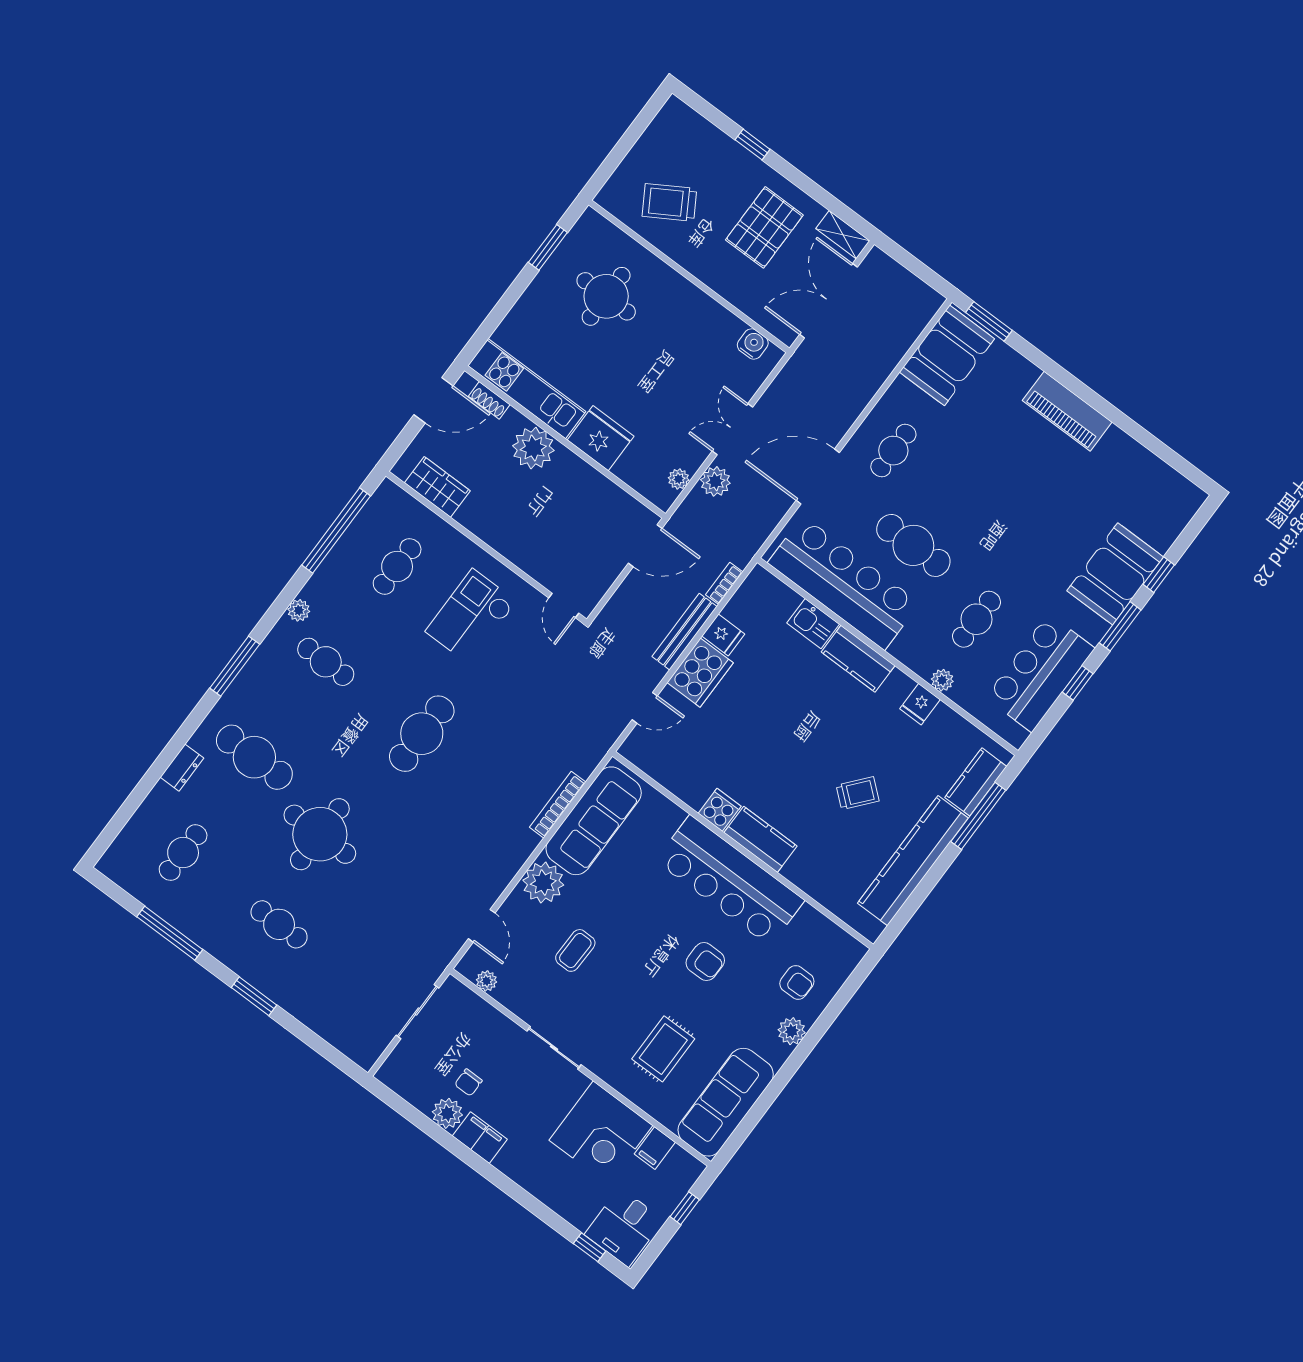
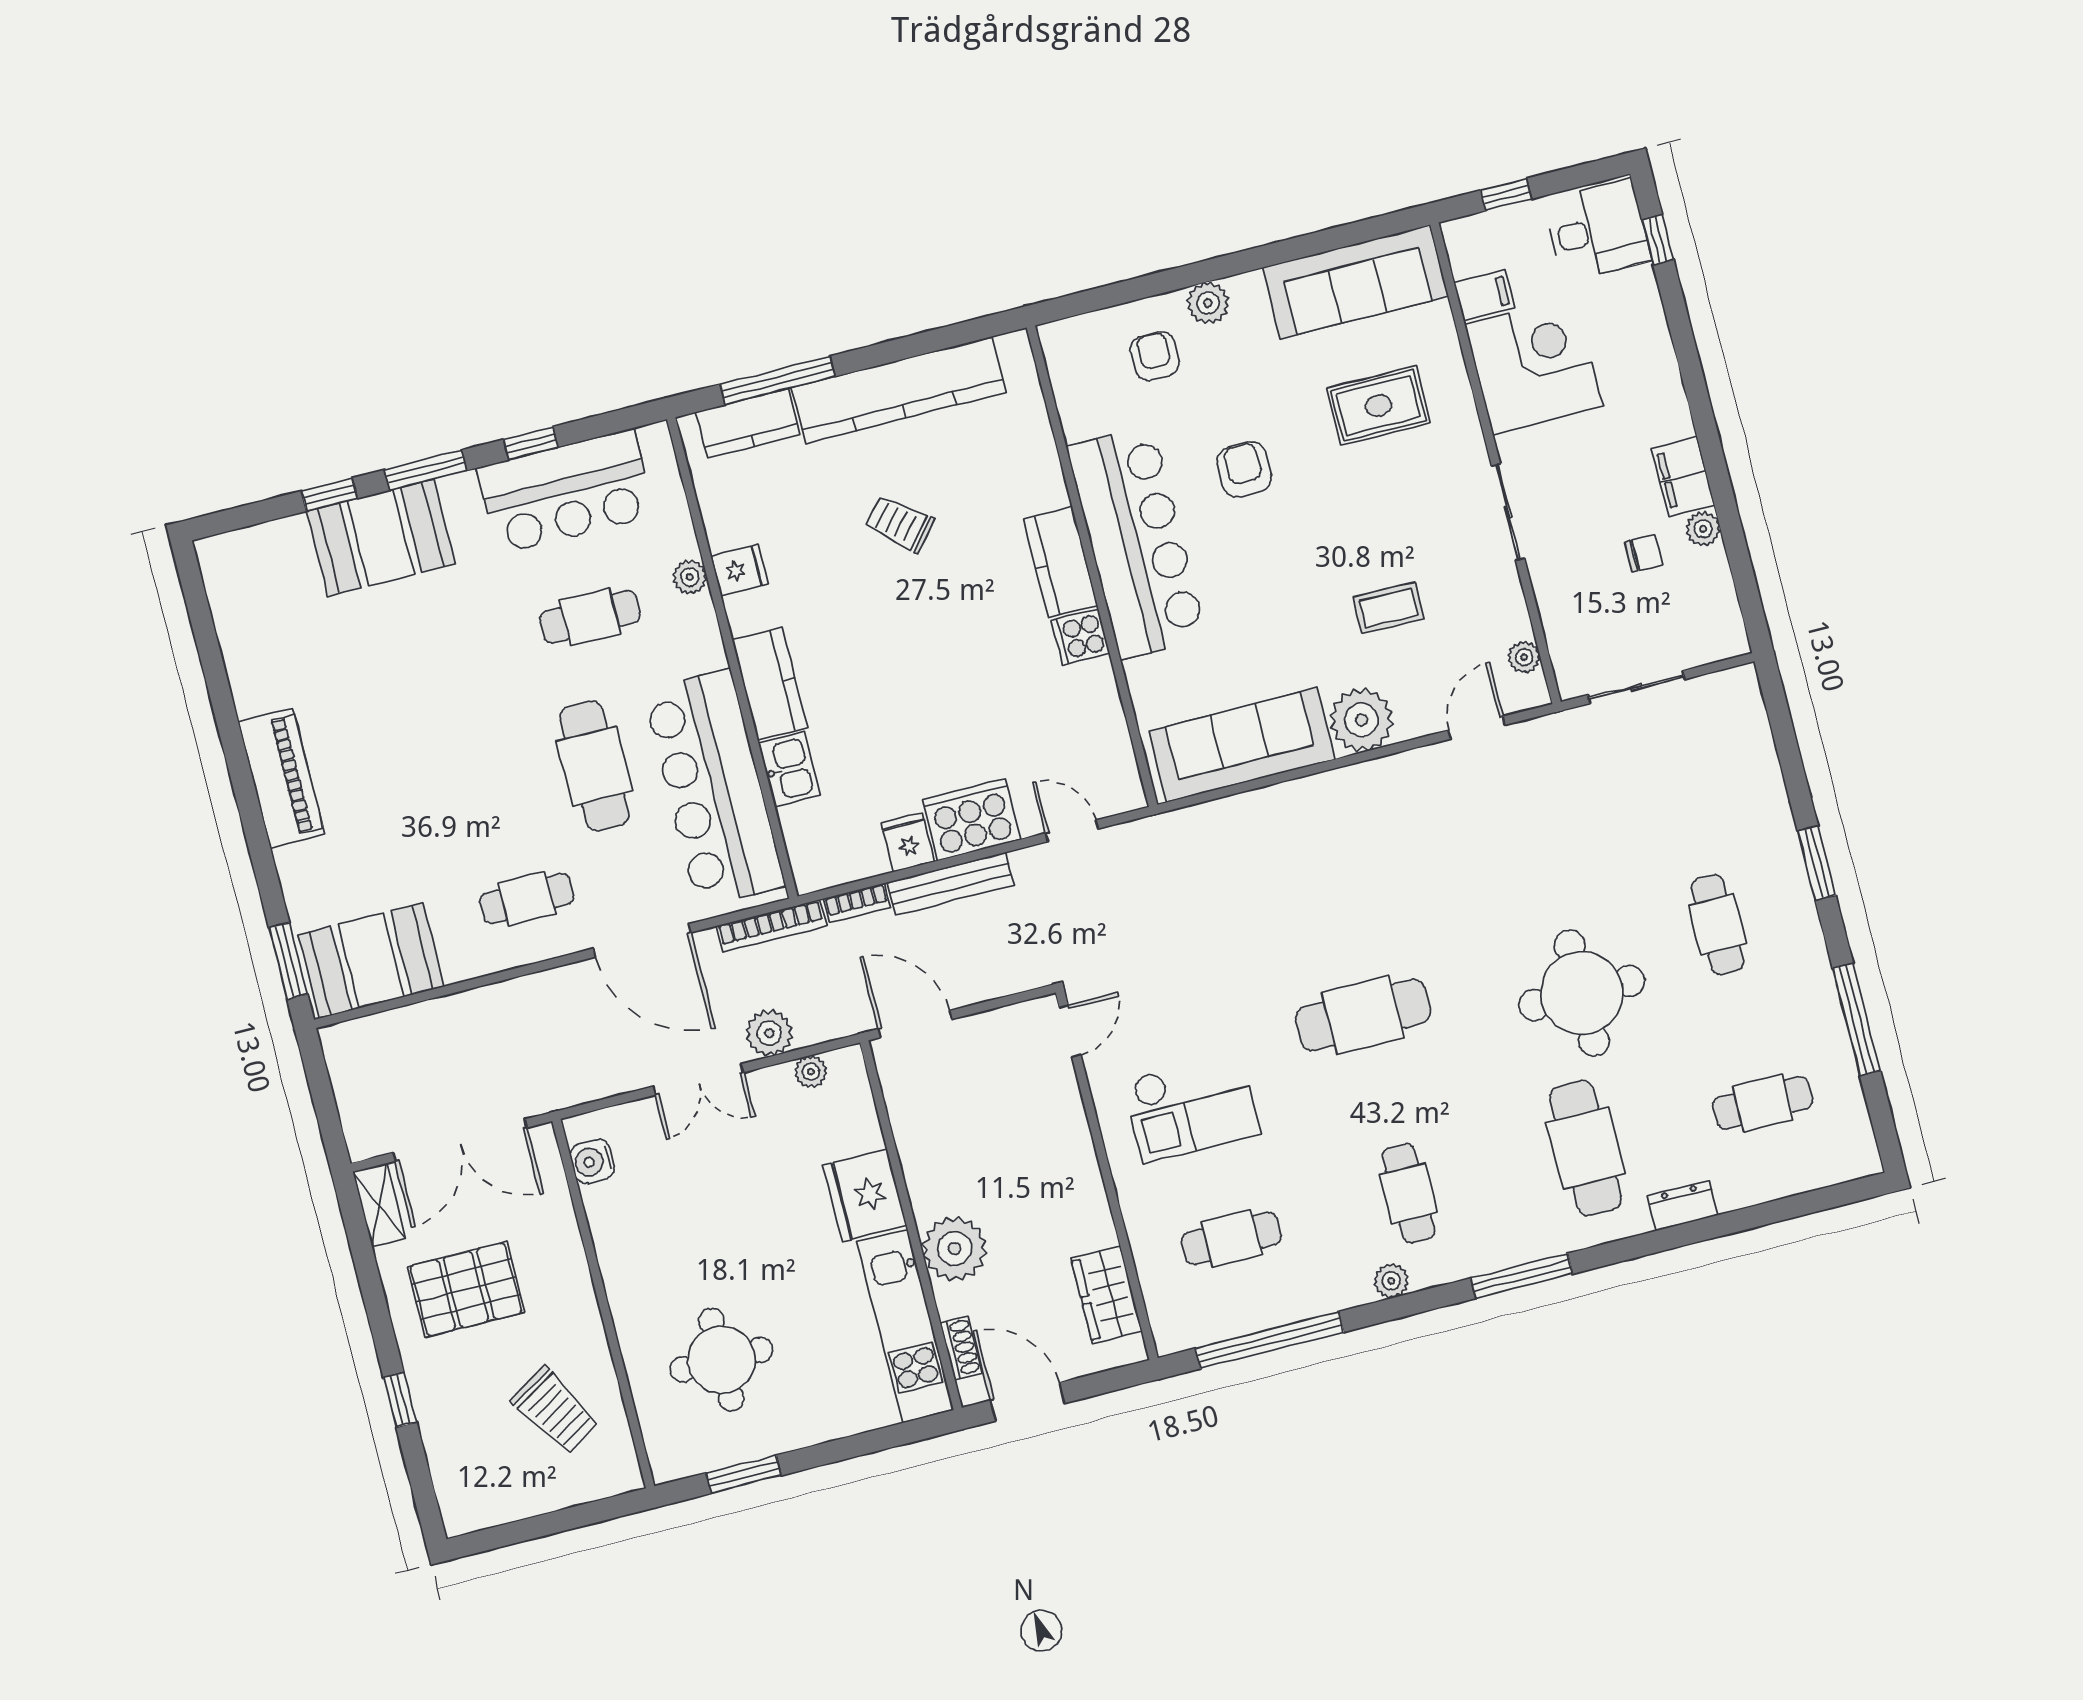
bookcase: (558, 805) -> (771, 926), moved
plant: (447, 1113) -> (1703, 529), width x0.73, depth x0.73

